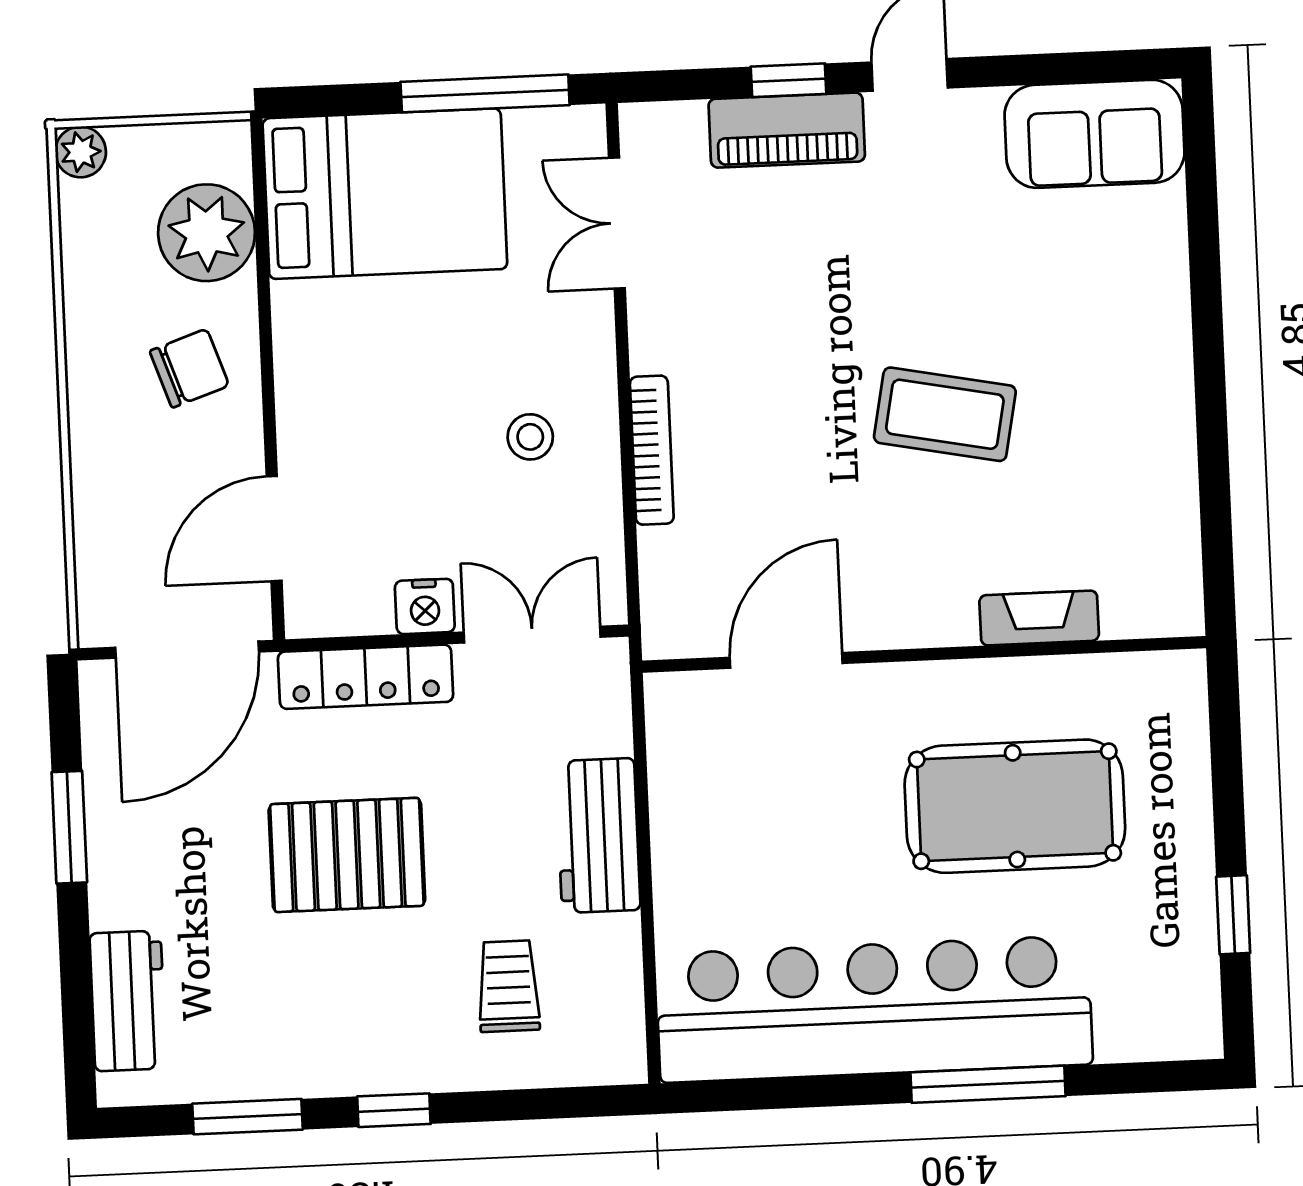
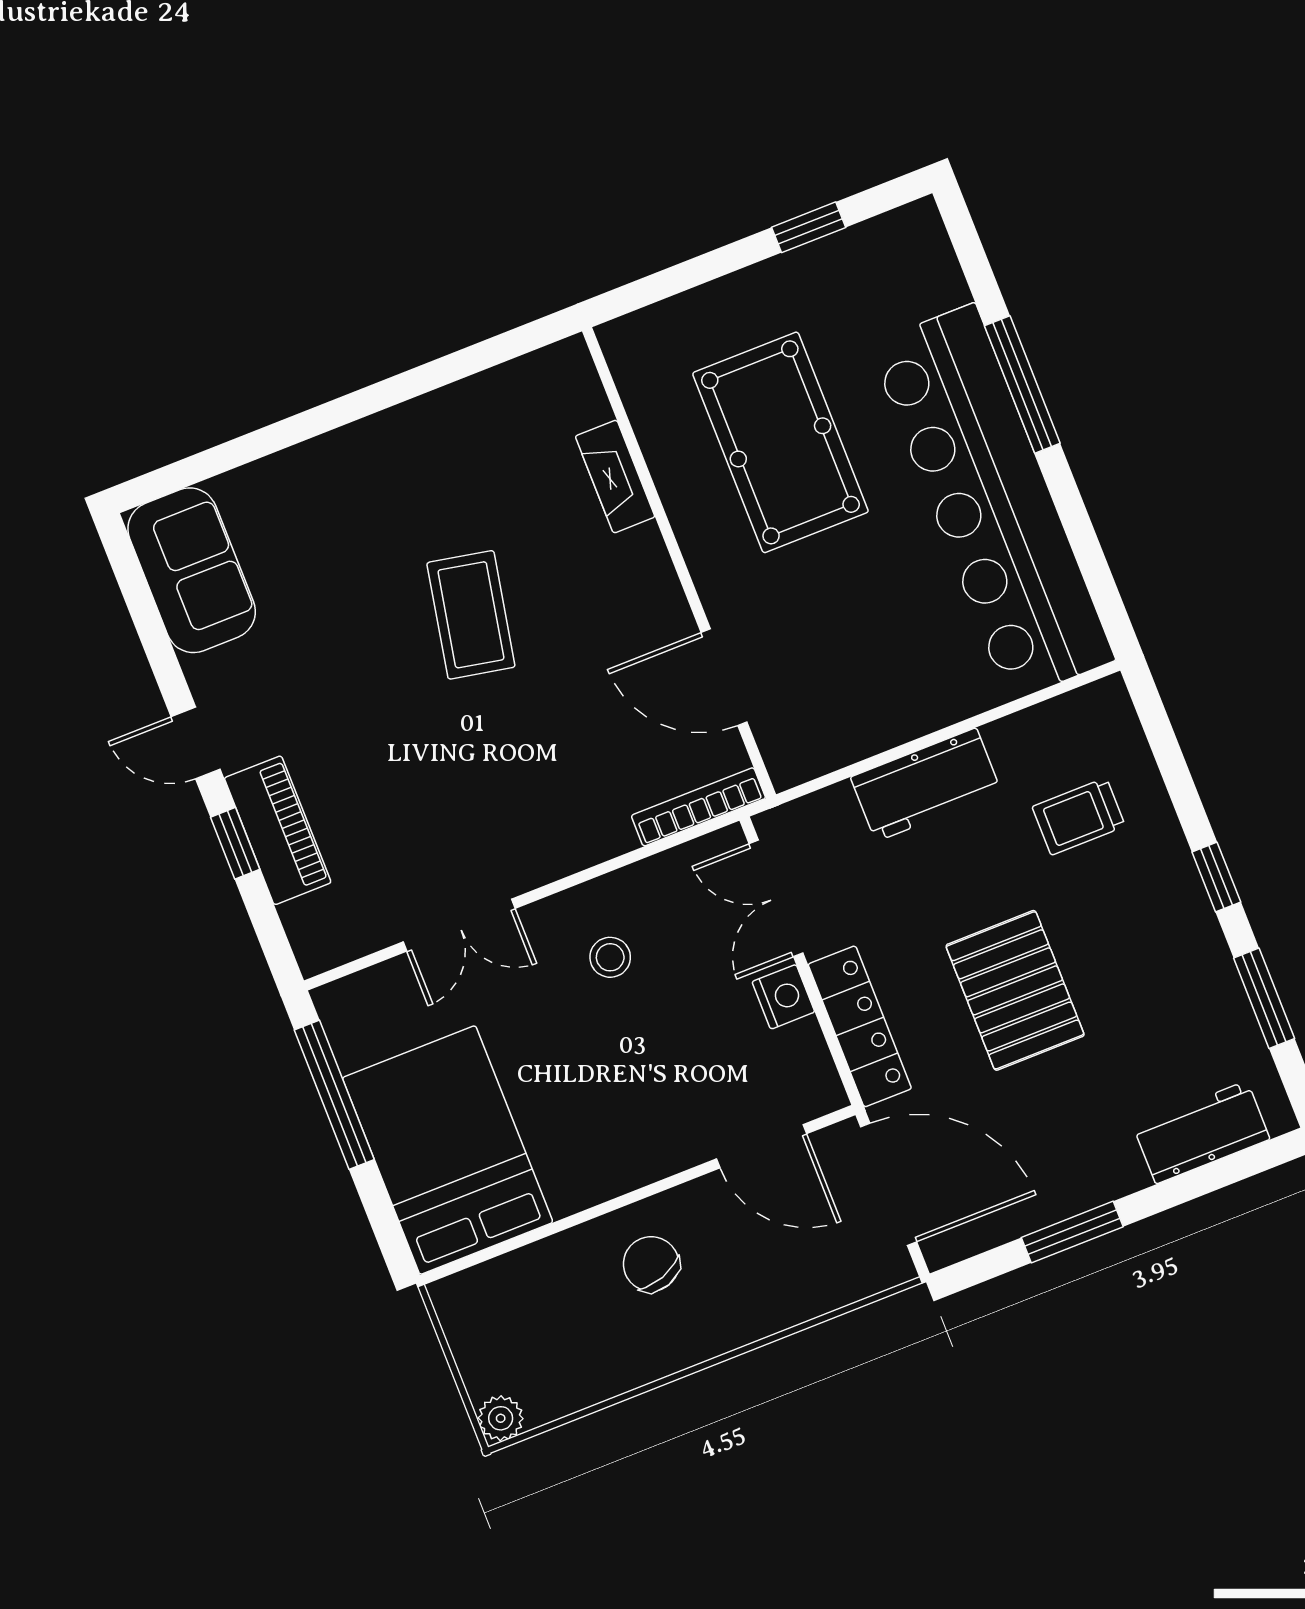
double door: (617, 223) -> (459, 925), moved
plant: (207, 233) -> (532, 1289), removed
bookcase: (652, 450) -> (698, 807), moved

